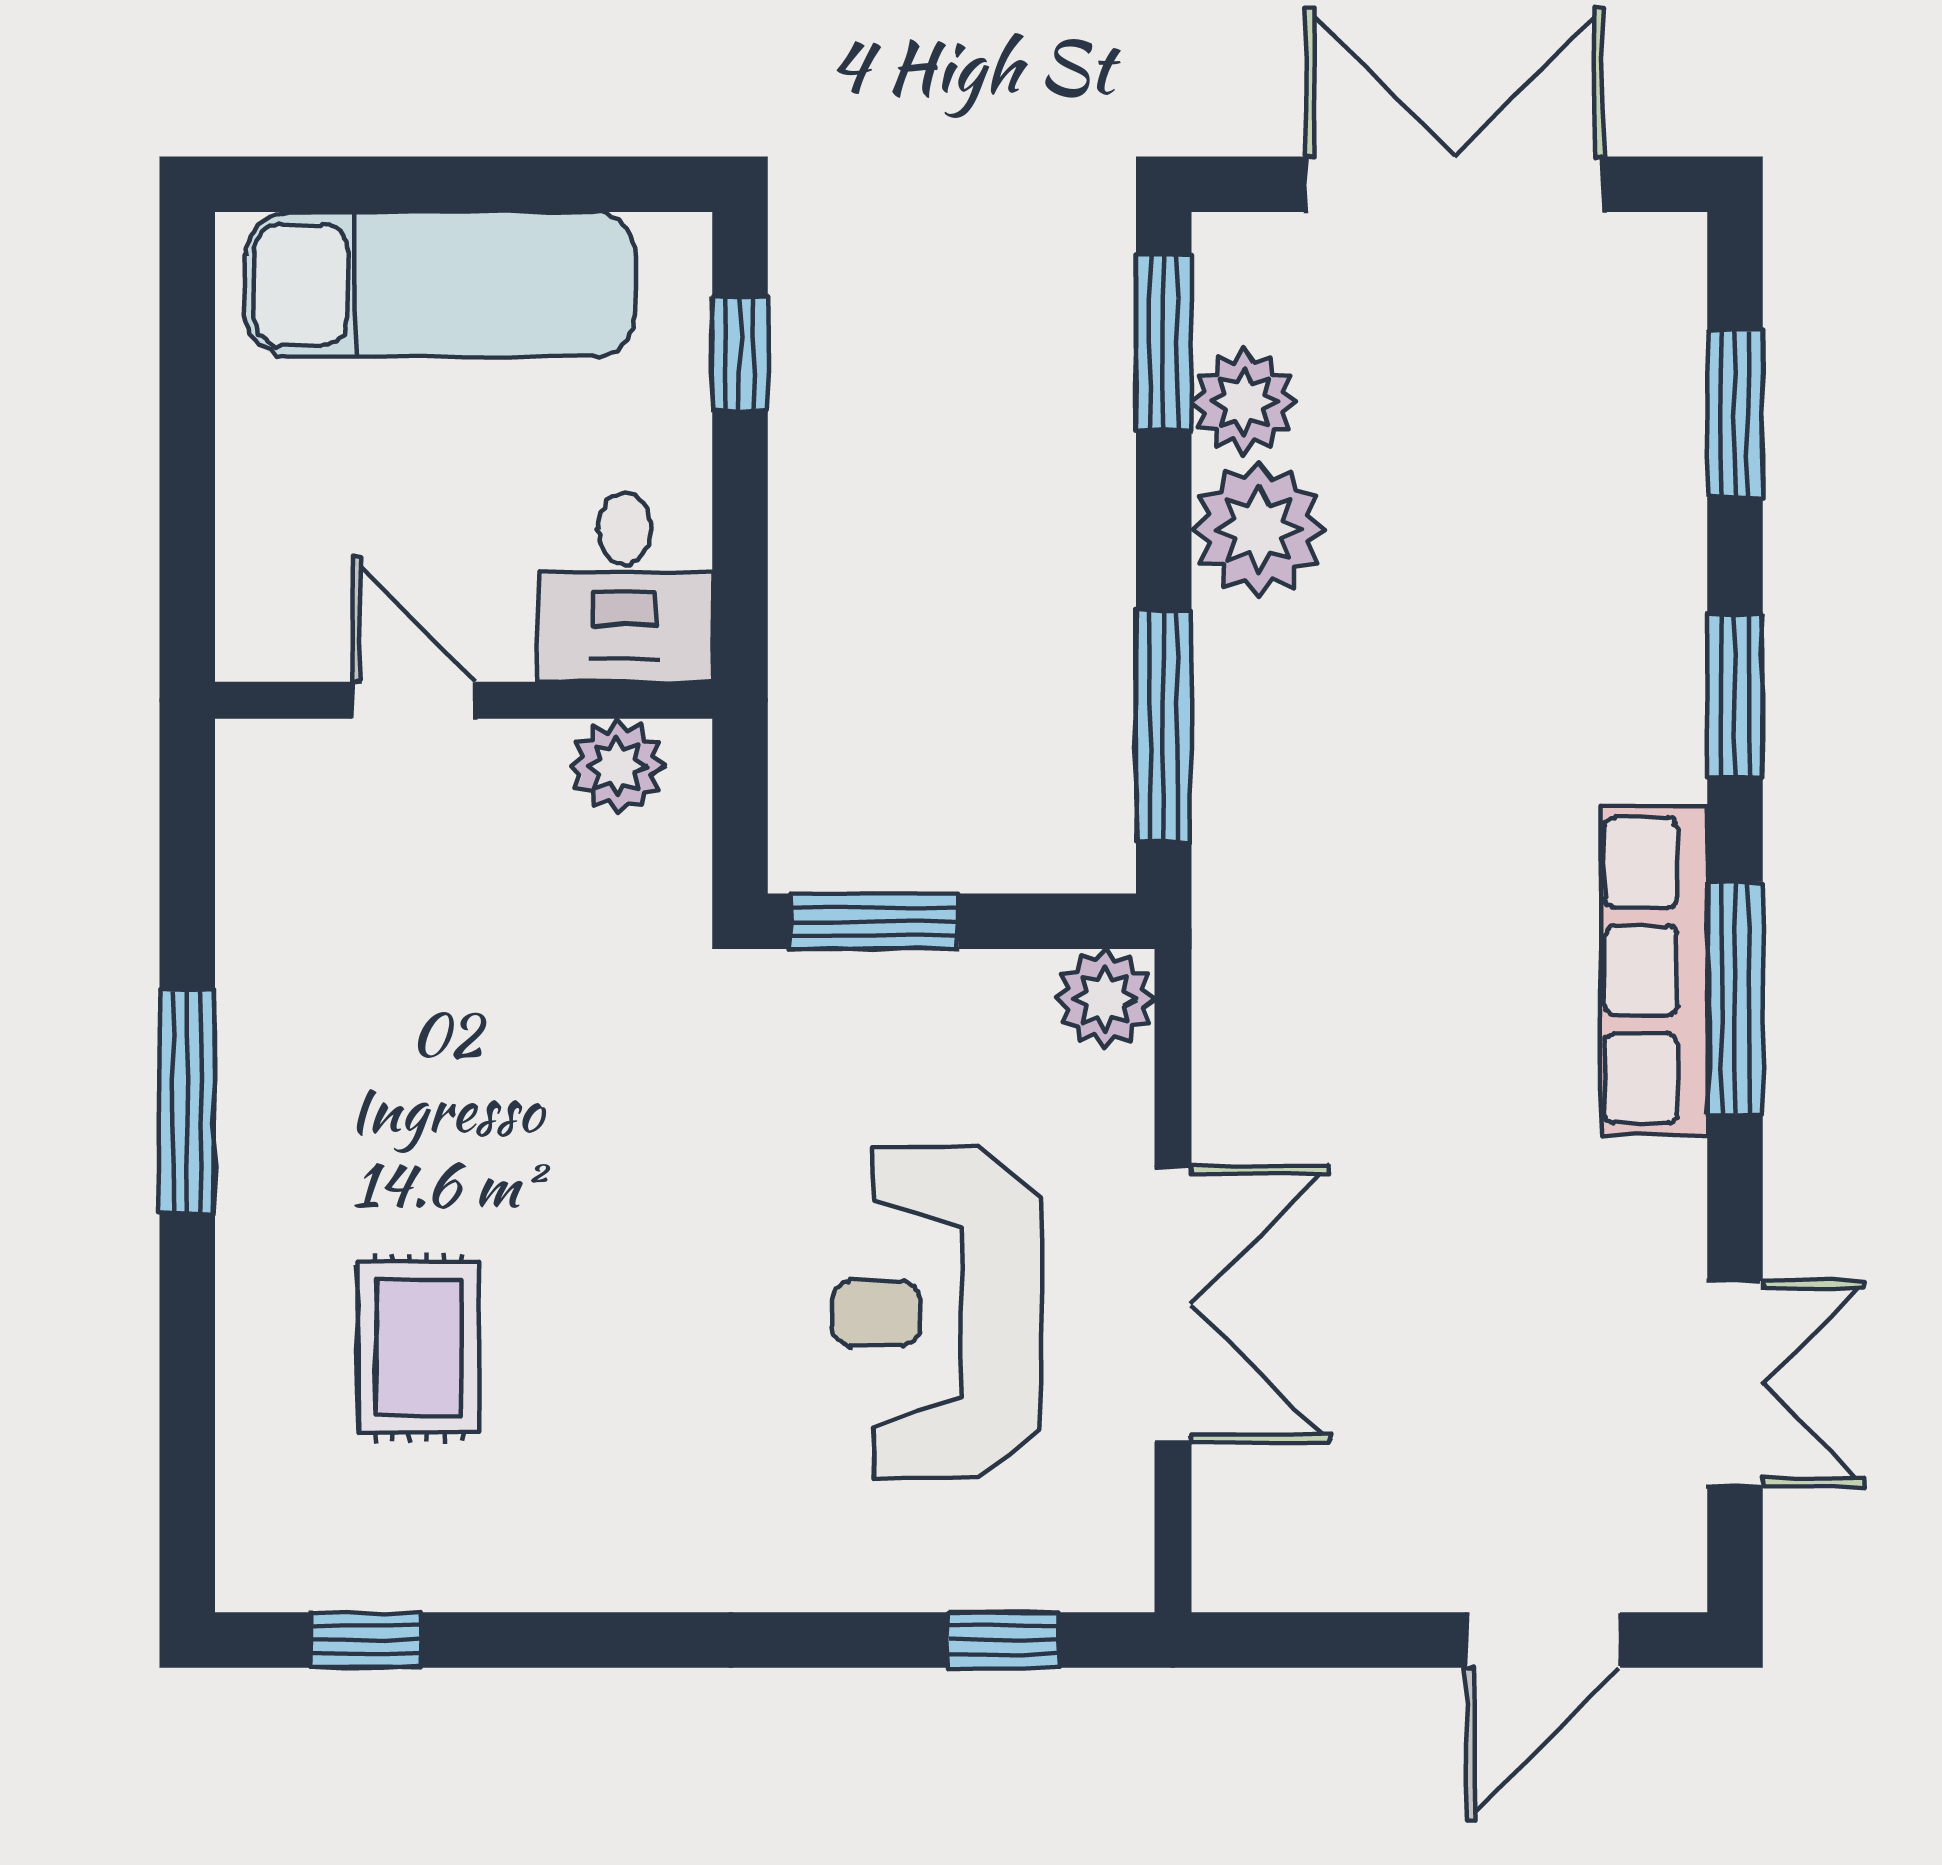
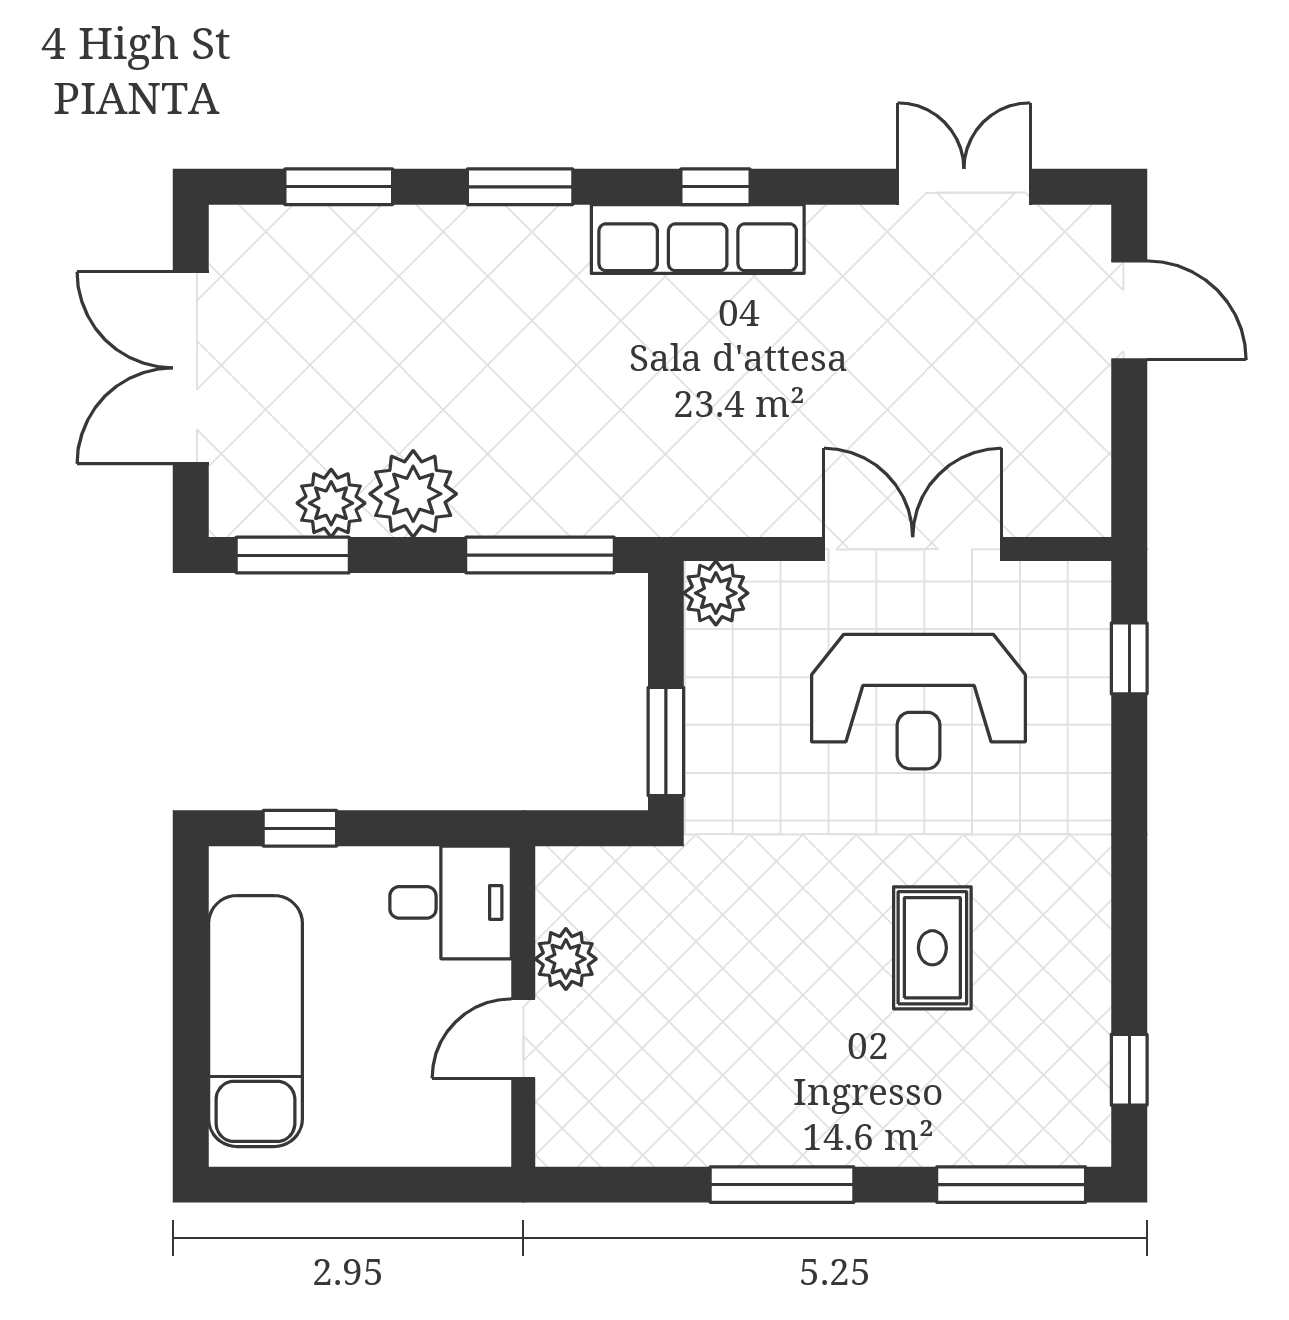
plant: (617, 766) -> (566, 959), moved
window: (1735, 998) -> (715, 187), width x0.46
rug: (419, 1348) -> (932, 948), moved, turned 90
window: (187, 1457) -> (1011, 1185), added

